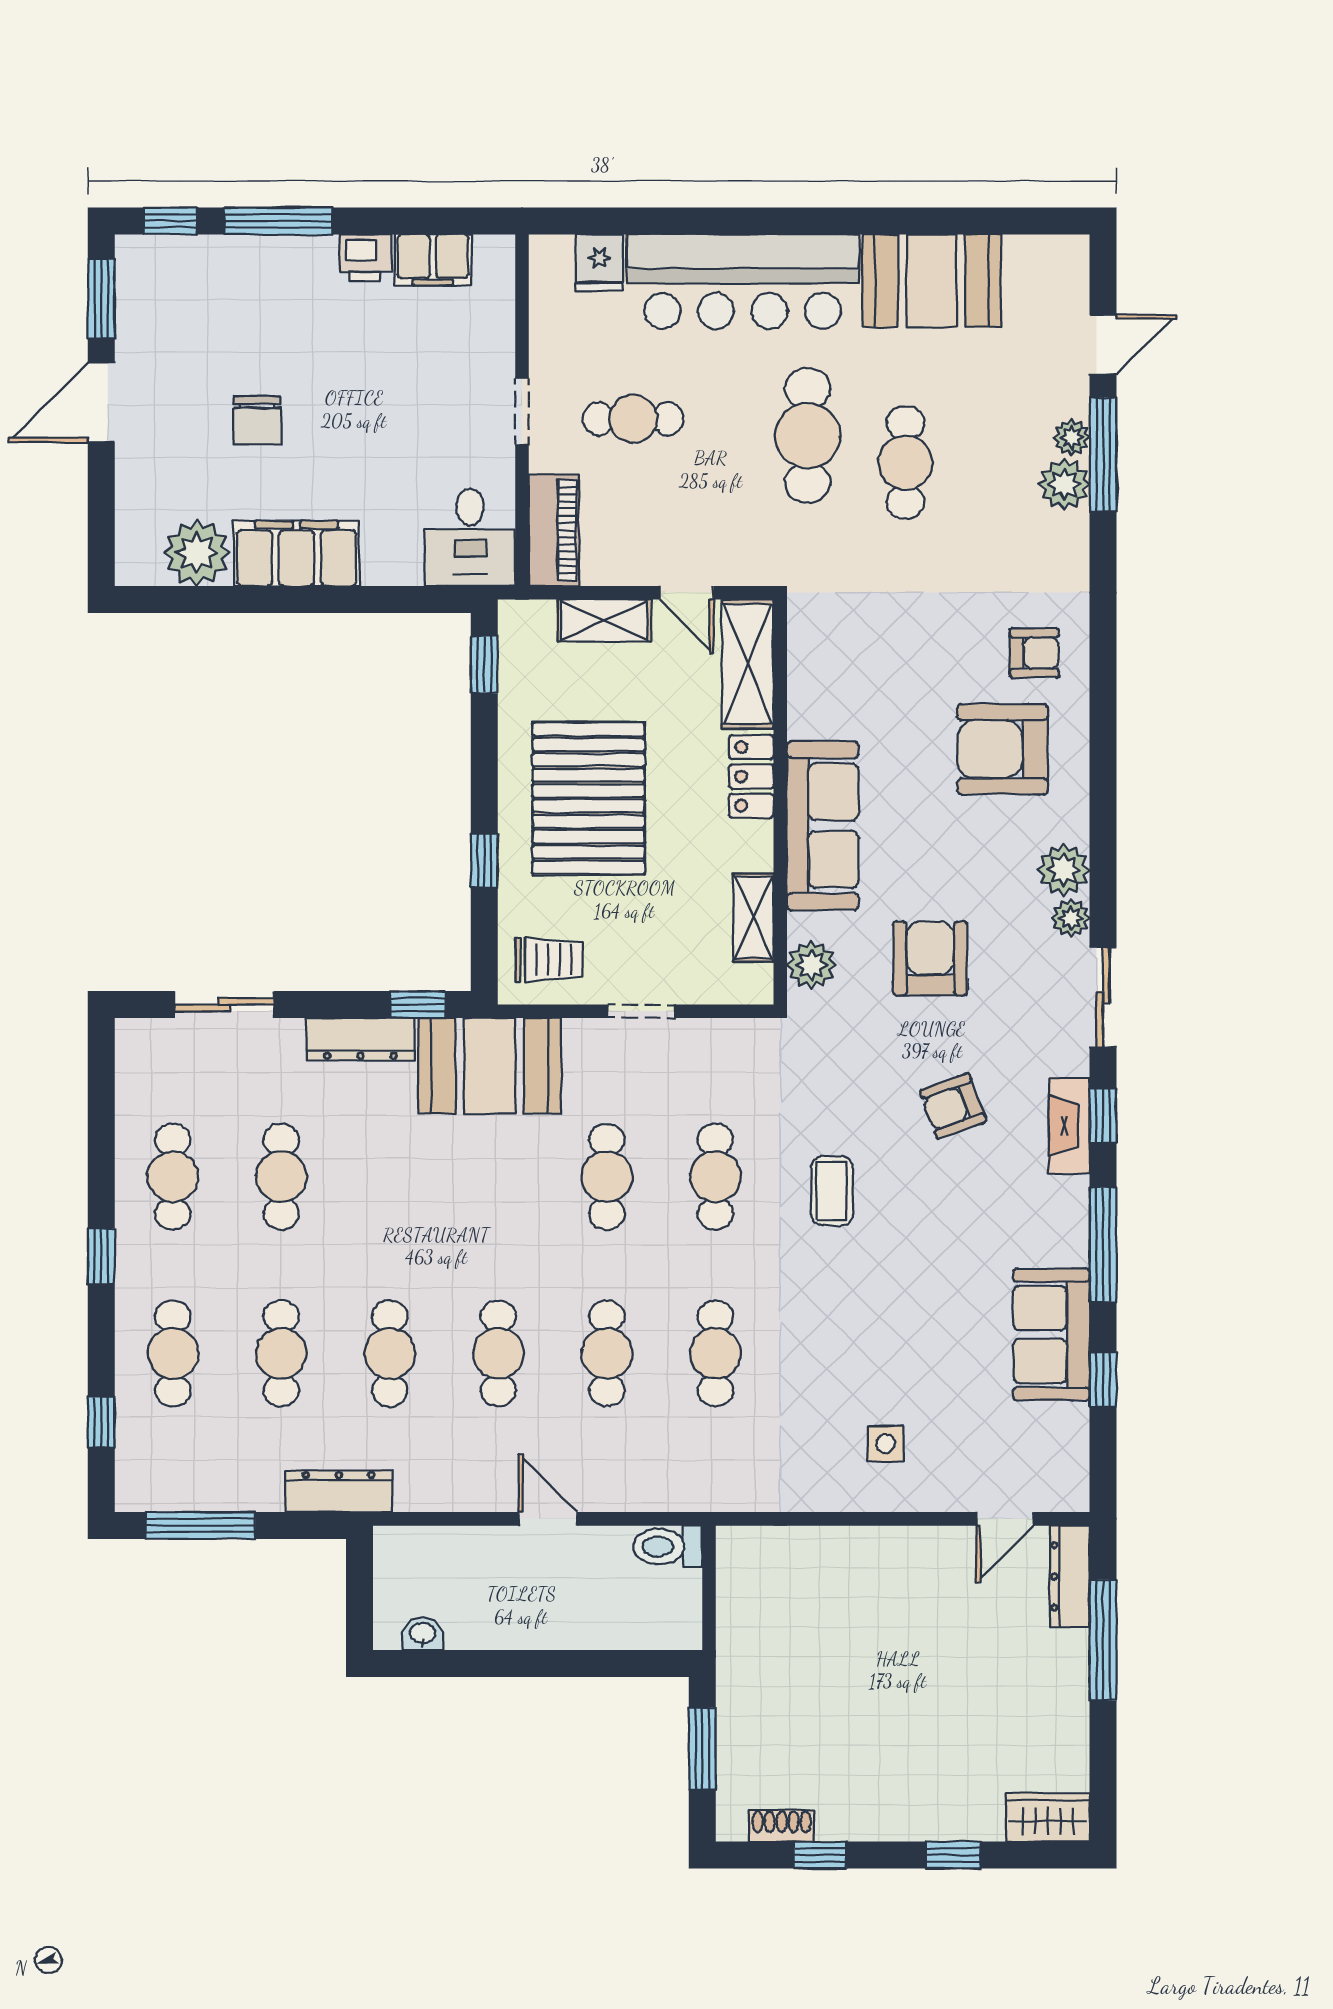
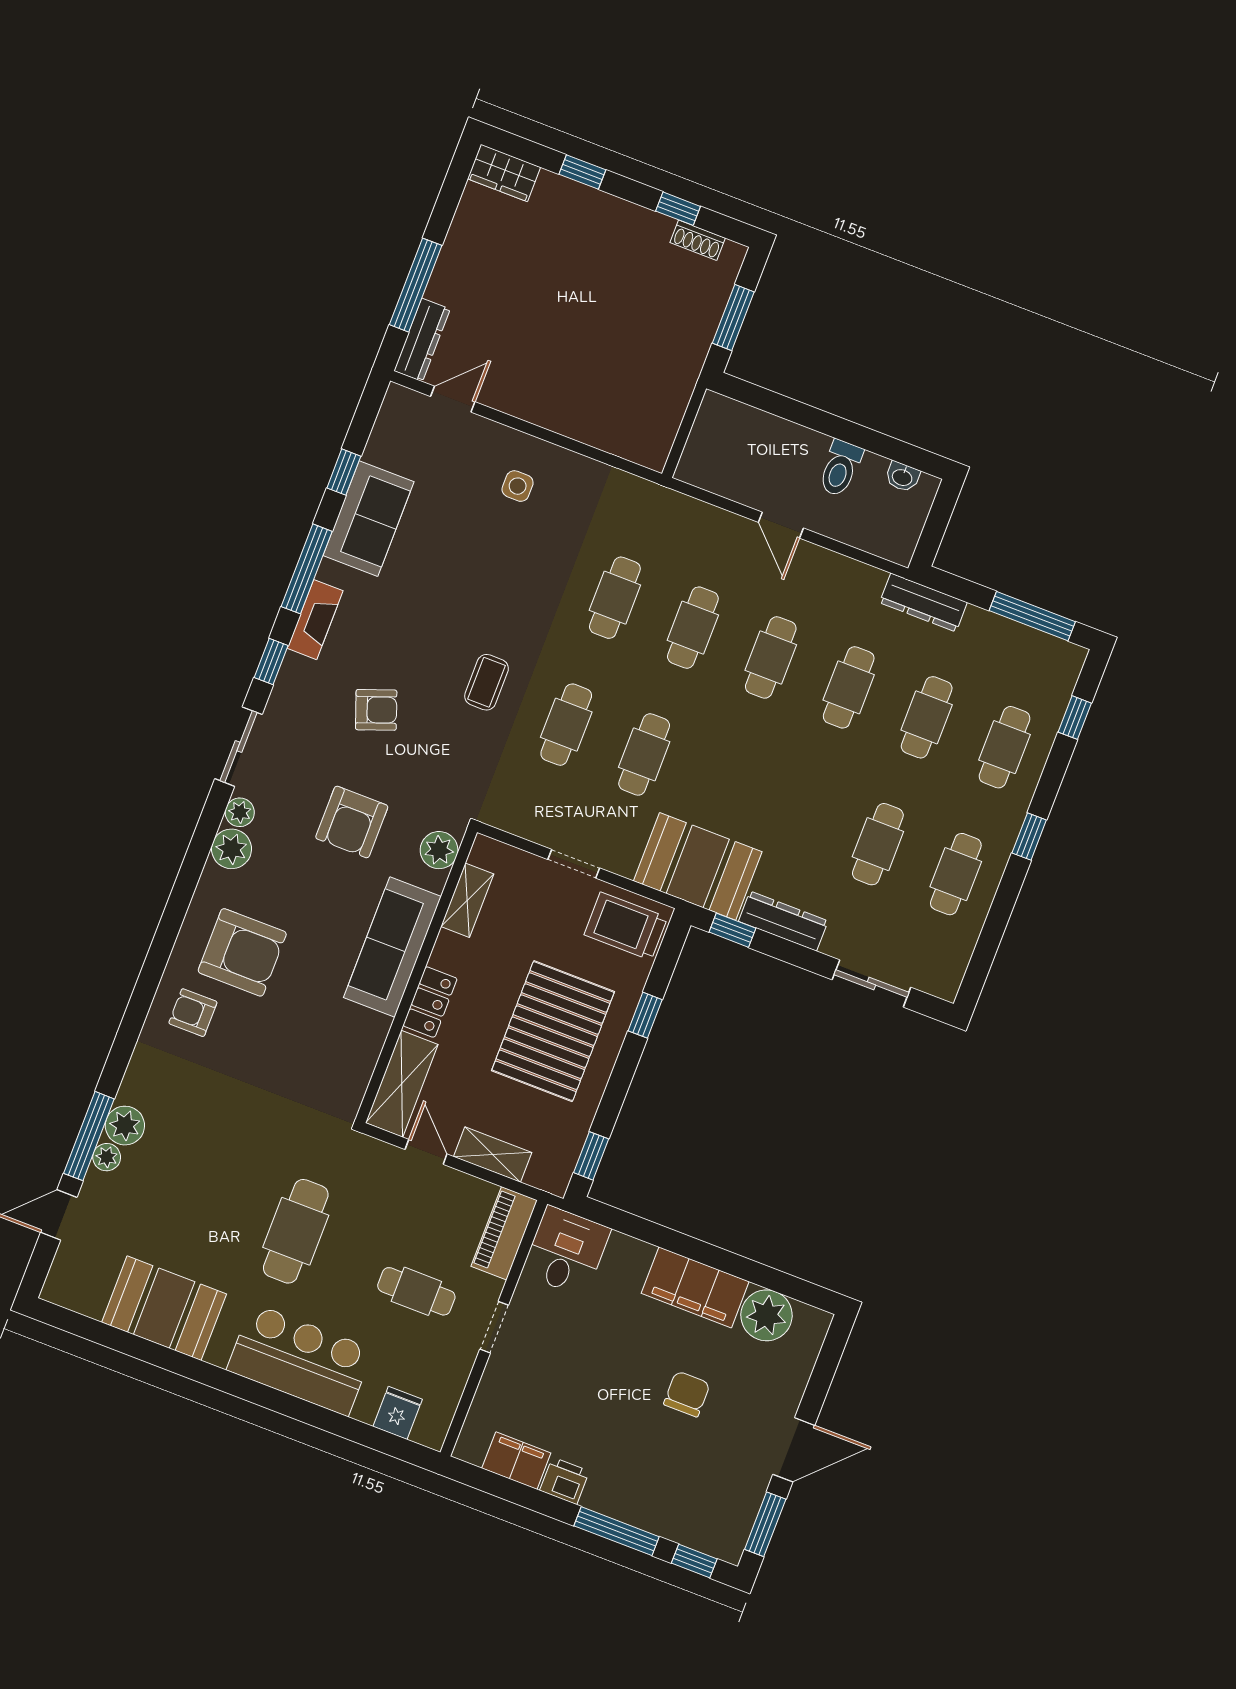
bar counter: (743, 282) -> (300, 1360), width x0.73
cafe table: (905, 462) -> (233, 1185), removed
trolley: (549, 960) -> (626, 926), width x1.36, depth x1.39
fireplace: (1069, 1126) -> (315, 620), moved
toilet: (668, 1547) -> (840, 468), moved, turned 90

